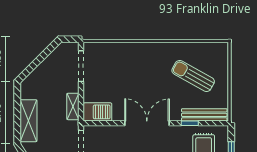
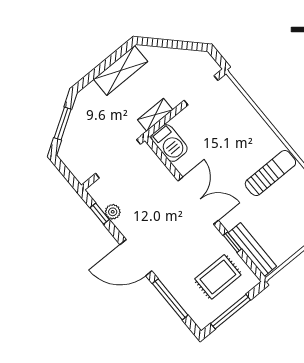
sun lounger: (193, 76) -> (270, 173), moved, turned 61
shelving: (28, 121) -> (121, 70), moved

